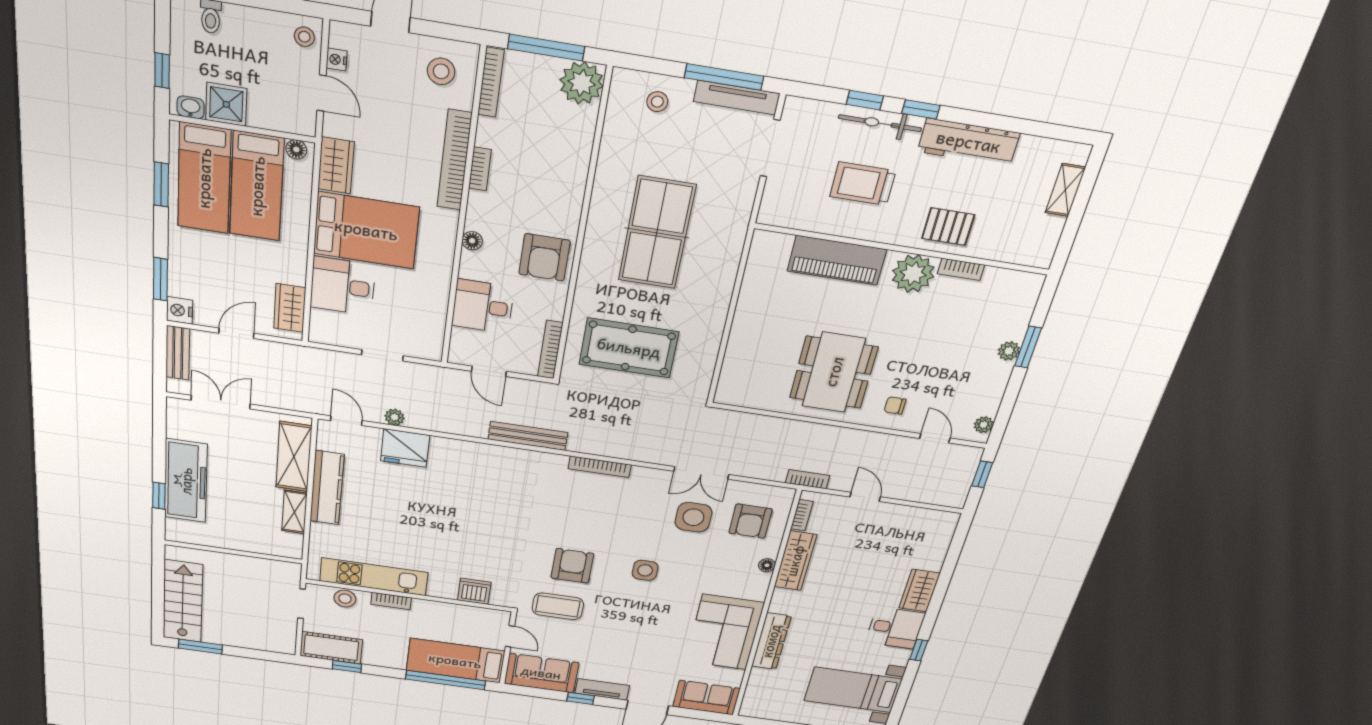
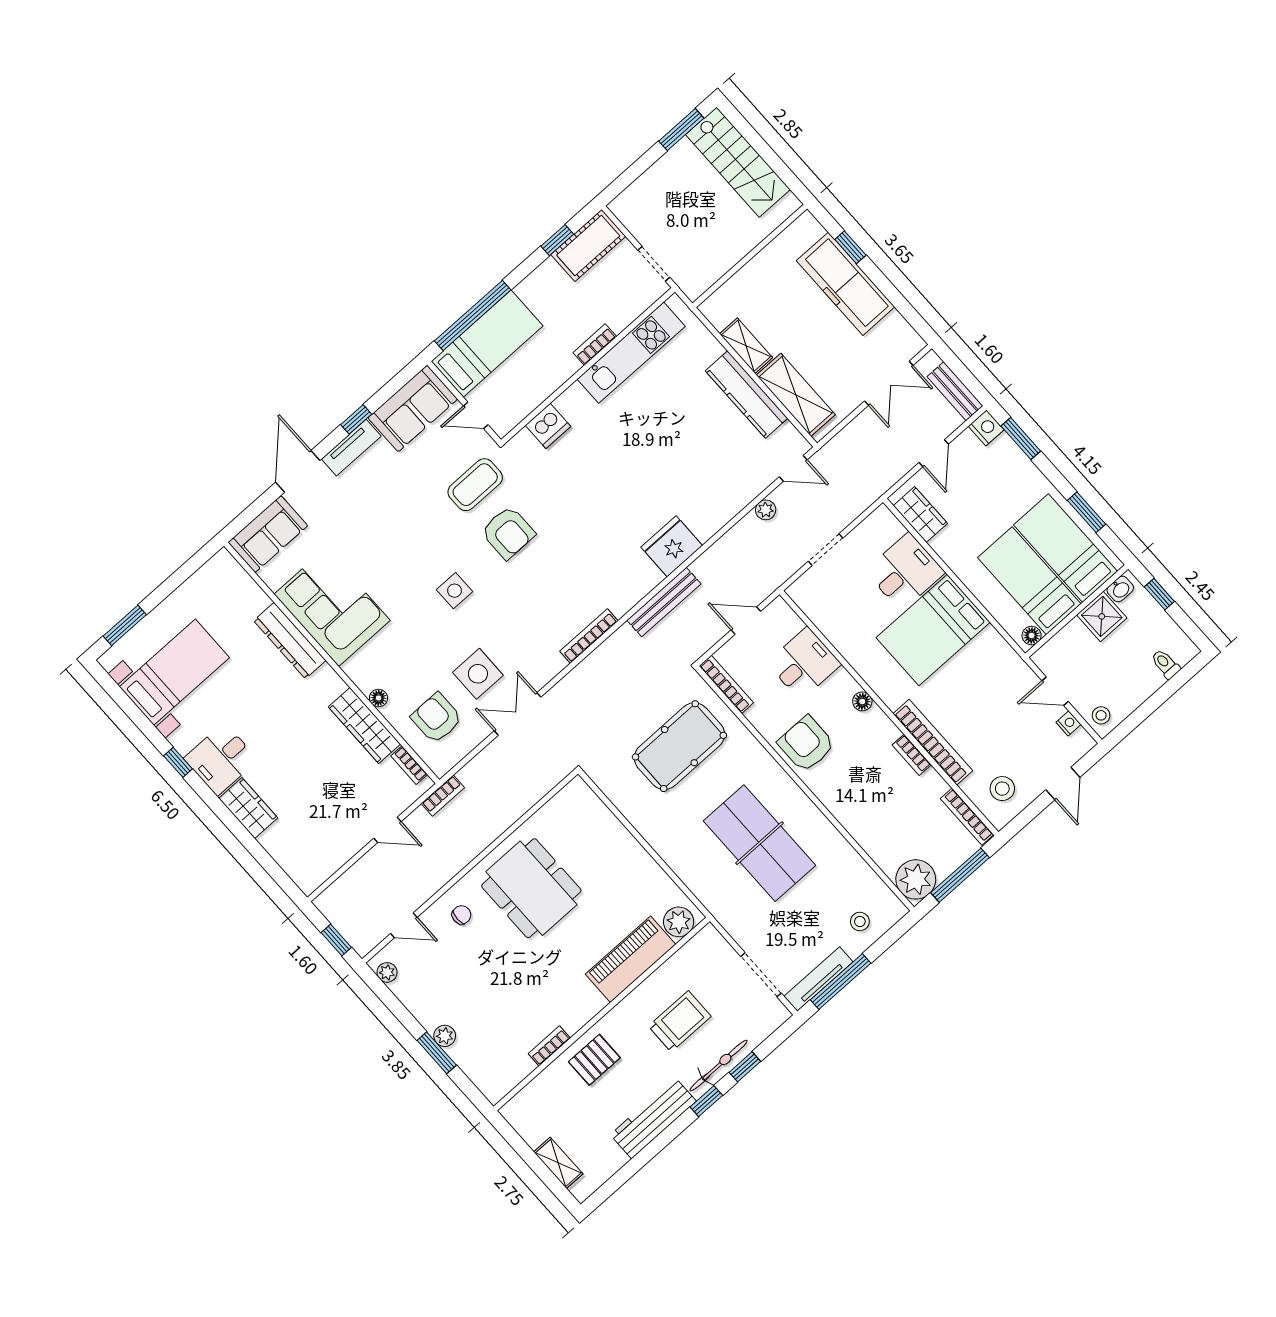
wardrobe: (336, 165) -> (998, 653), removed
plant: (913, 274) -> (679, 922), moved, width x0.73, depth x0.73
fridge: (405, 448) -> (672, 546), moved
stool: (345, 599) -> (629, 307), removed

